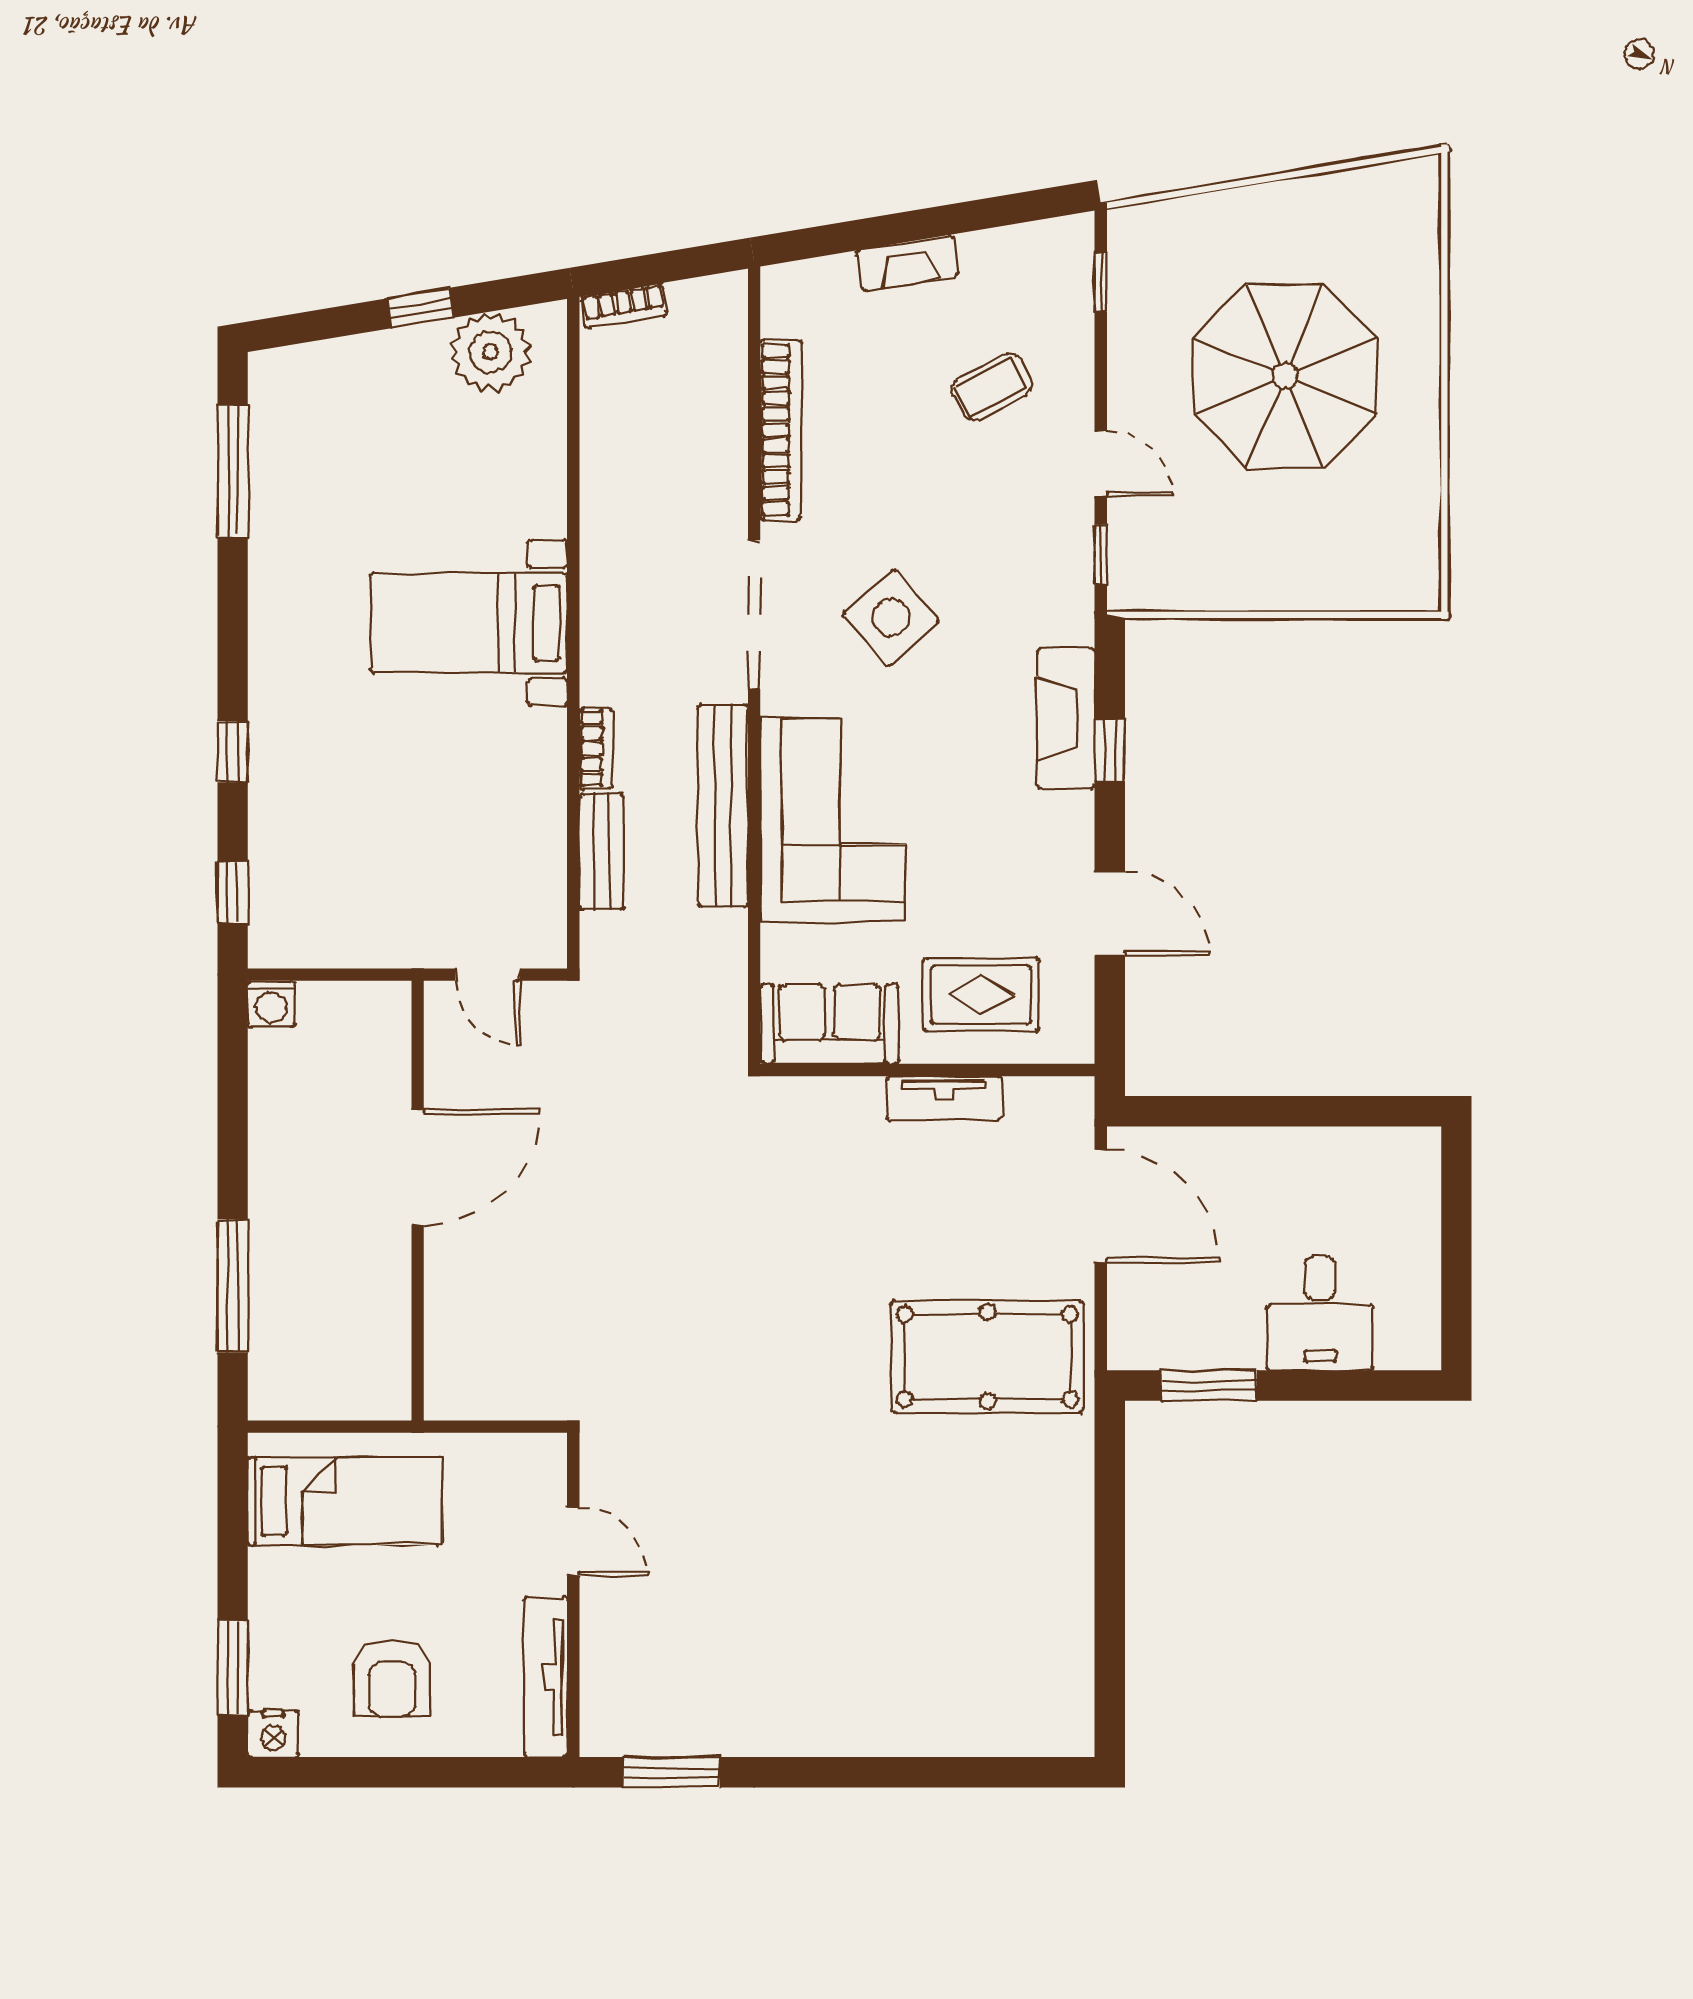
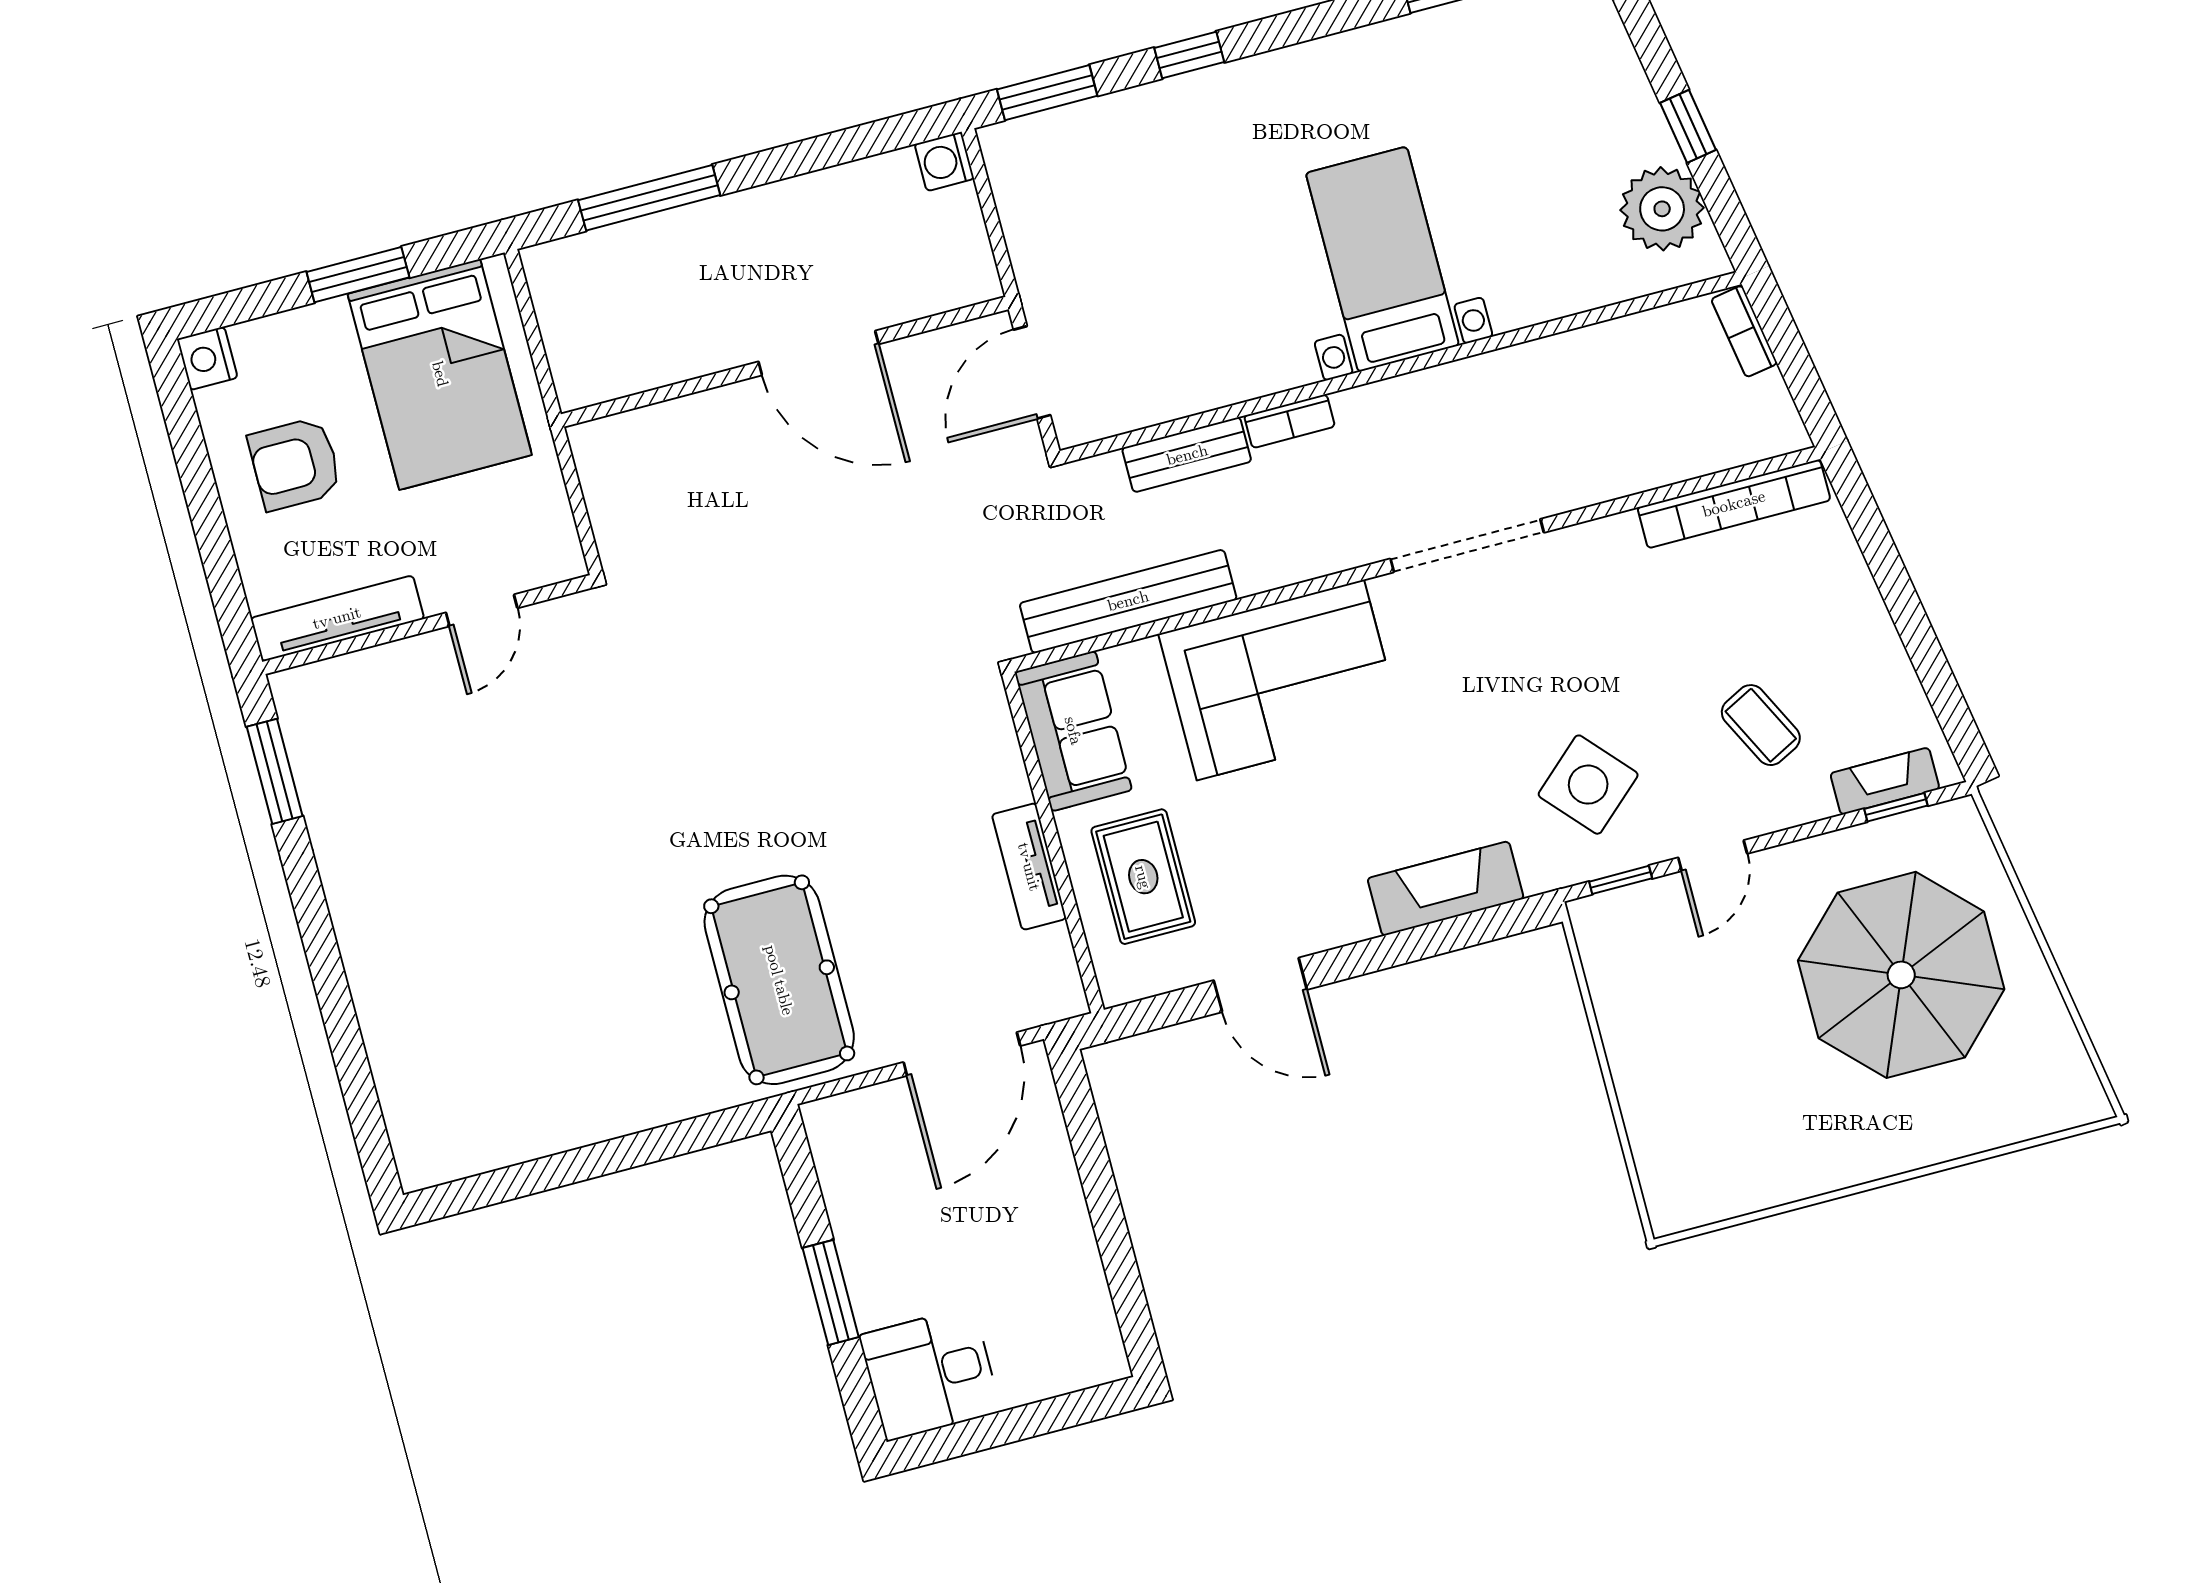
fireplace: (907, 263) -> (1885, 781), moved, turned 99
parasol: (1285, 376) -> (1901, 975), moved
bookcase: (781, 430) -> (1734, 504), moved
side table: (891, 618) -> (1588, 785), moved
window: (1110, 750) -> (1425, 941), removed
bench: (723, 806) -> (1128, 601), moved
window: (233, 892) -> (1047, 93), width x1.50
door: (1110, 913) -> (1260, 985), hinge flipped
door: (488, 975) -> (1032, 372), width x1.37
desk: (1320, 1313) -> (930, 1373), moved
window: (1209, 1385) -> (831, 1293), moved
bed: (345, 1501) -> (440, 374), width x1.50
window: (233, 1668) -> (358, 275), moved

